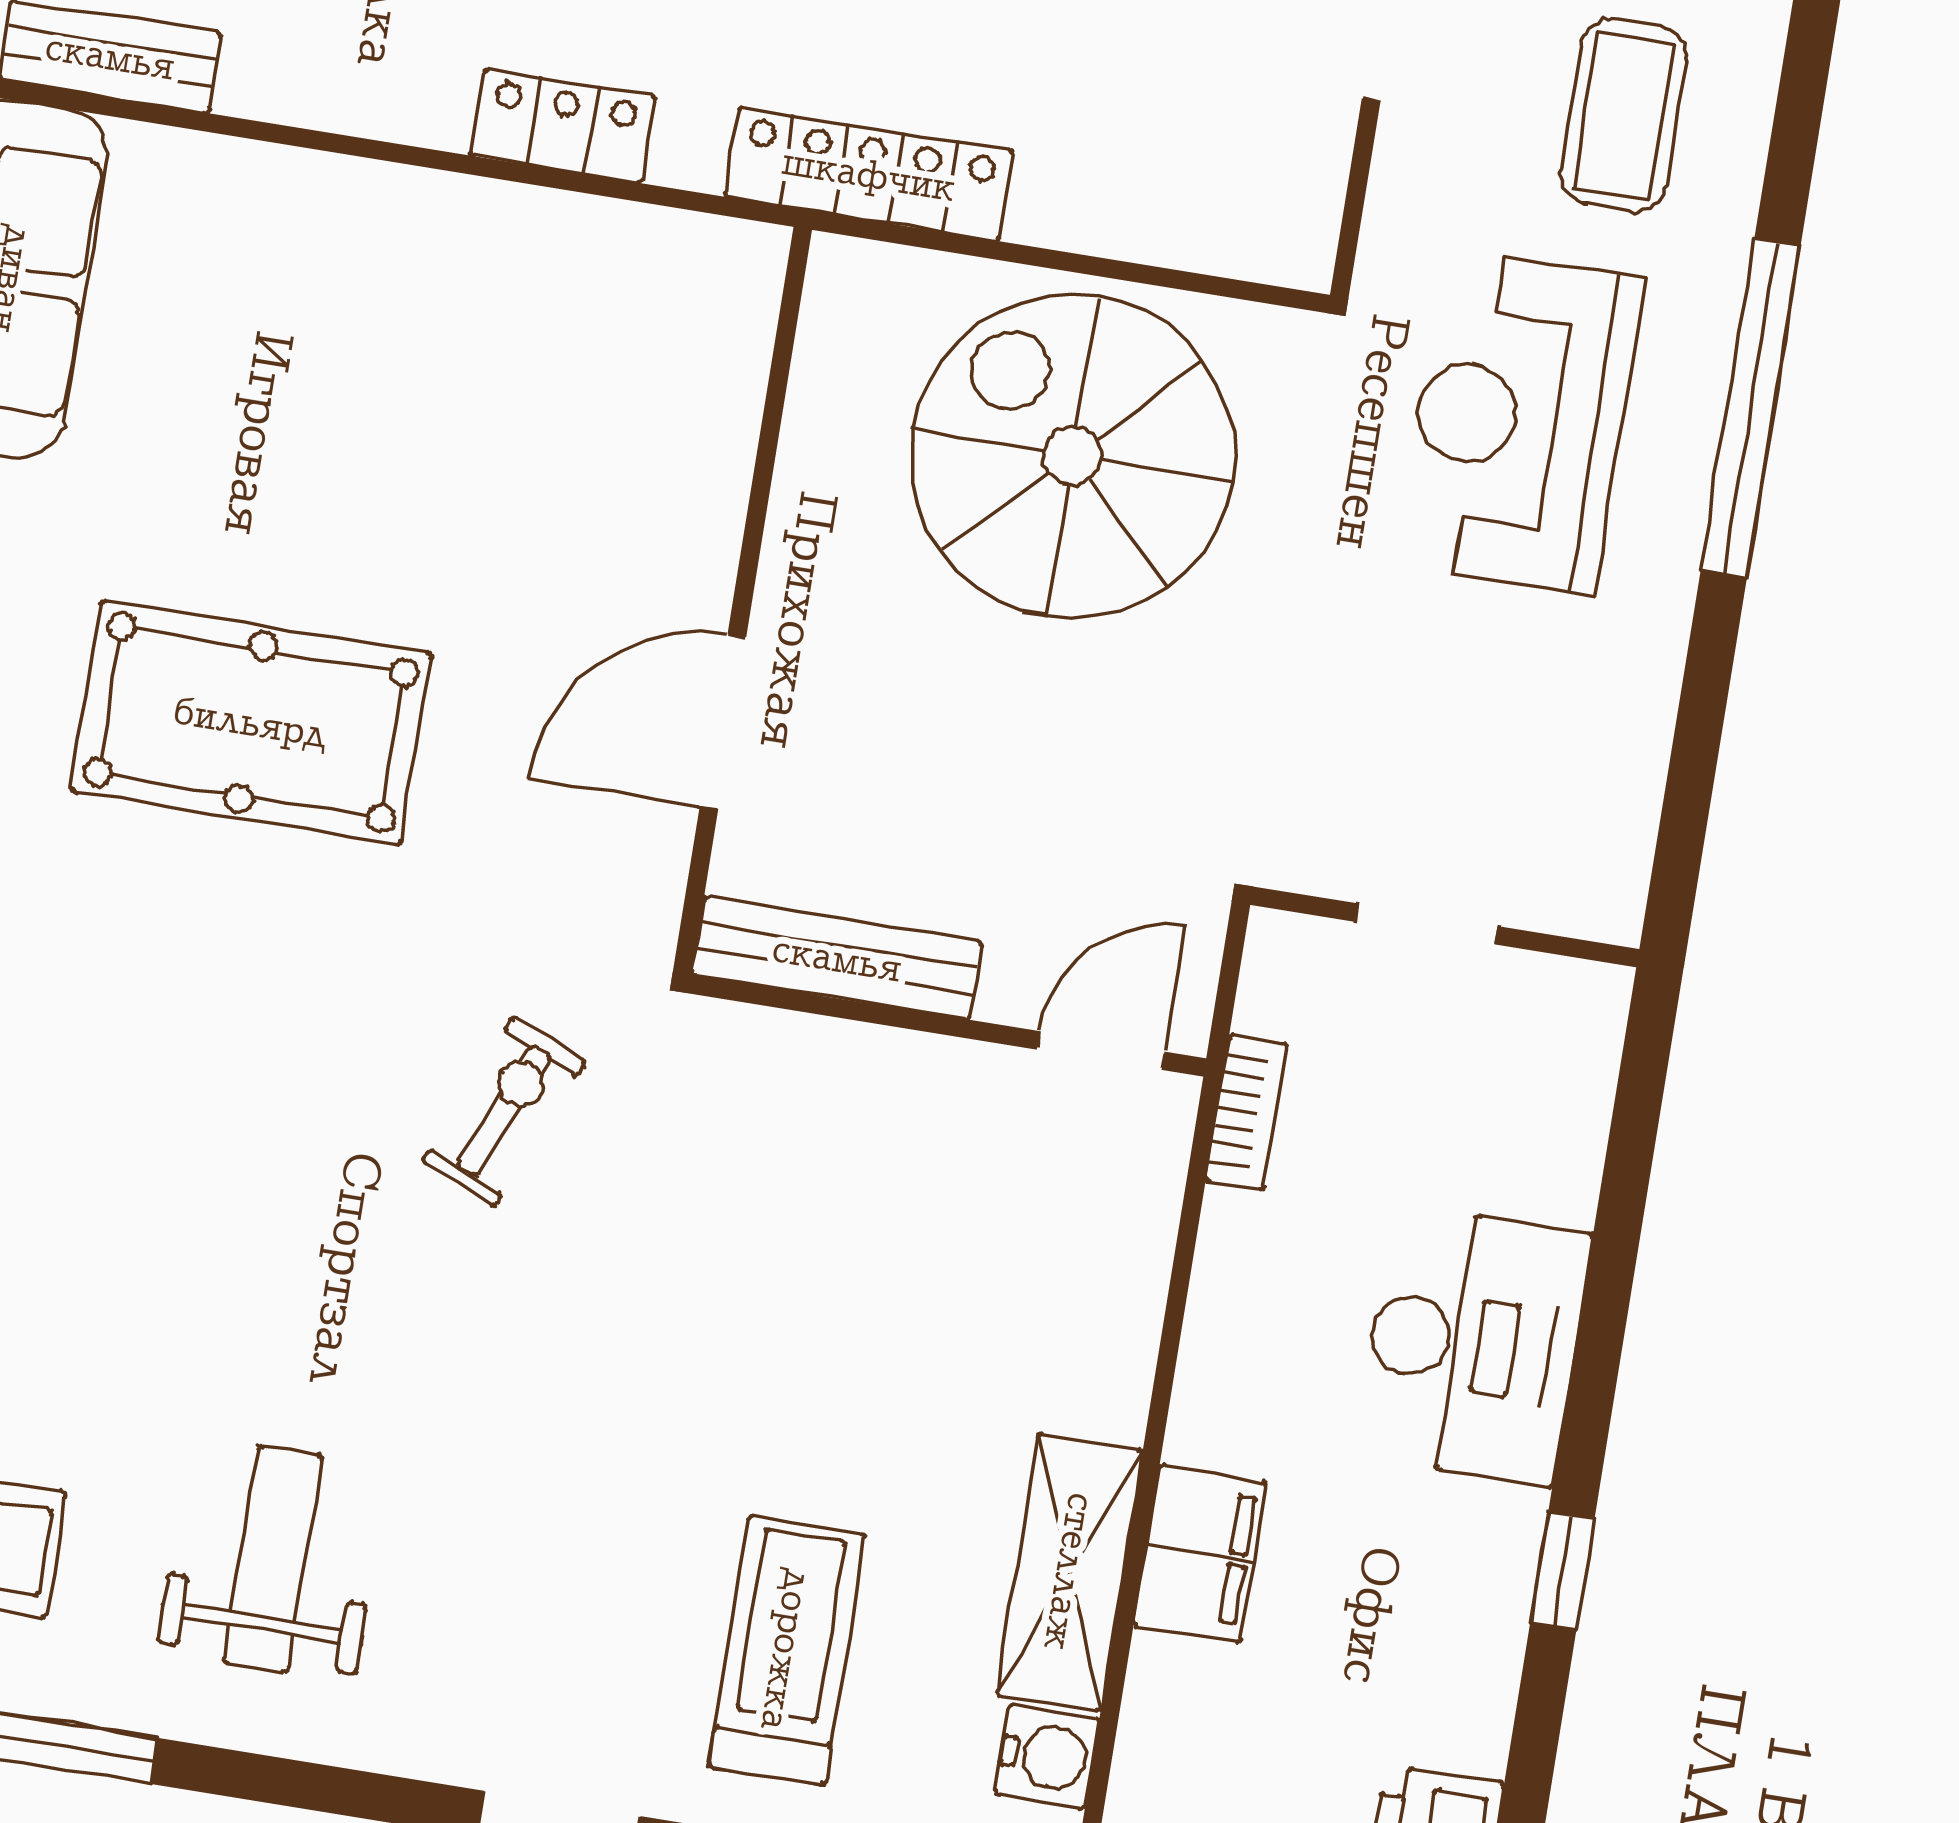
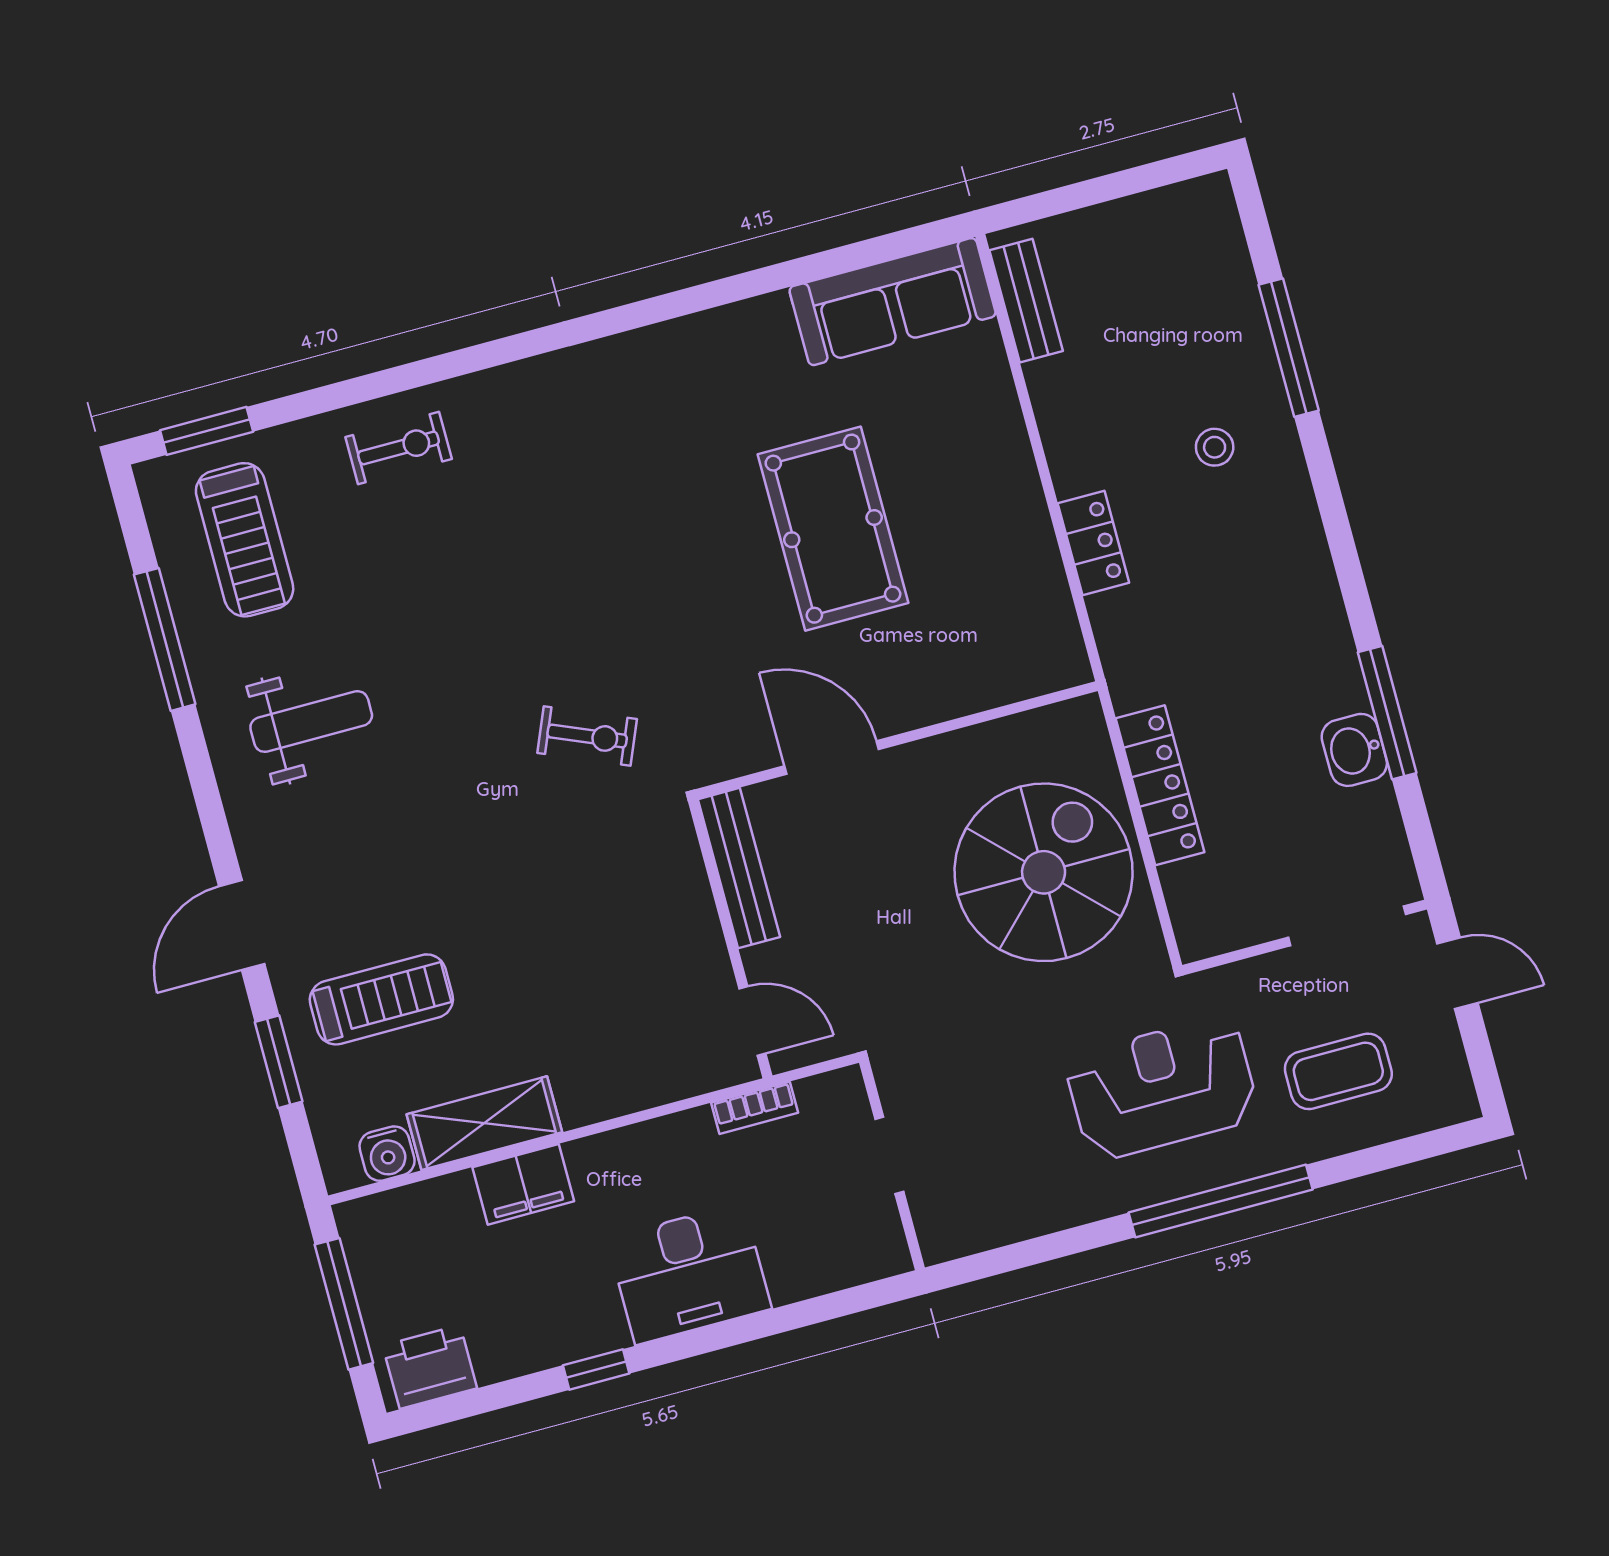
locker: (869, 174) -> (1160, 785), moved
pool table: (251, 722) -> (833, 529), moved

